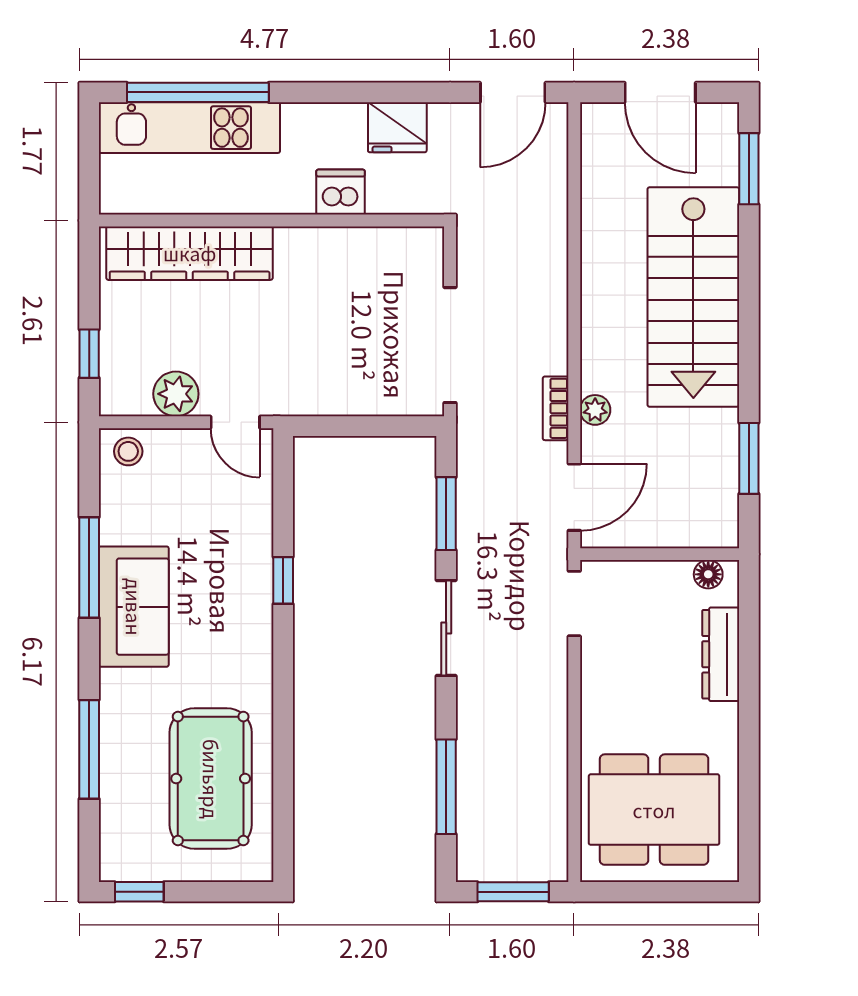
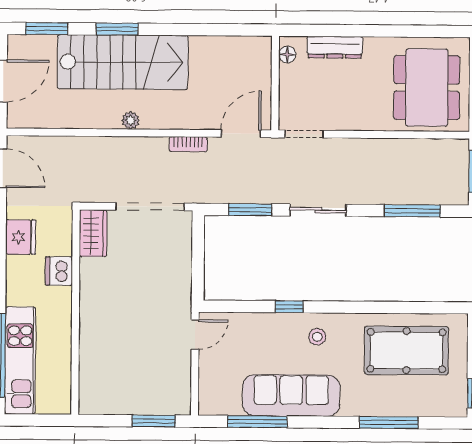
wardrobe: (190, 253) -> (93, 233), moved, width x0.48, depth x0.85
window: (89, 354) -> (154, 421), width x1.50
plant: (176, 394) -> (178, 370), removed
plant: (595, 410) -> (131, 120), moved
stool: (128, 451) -> (317, 337), moved
window: (749, 458) -> (117, 29), moved
door: (574, 497) -> (241, 134), hinge flipped
window: (89, 568) -> (257, 422), moved
sofa: (134, 607) -> (291, 395), width x1.36

